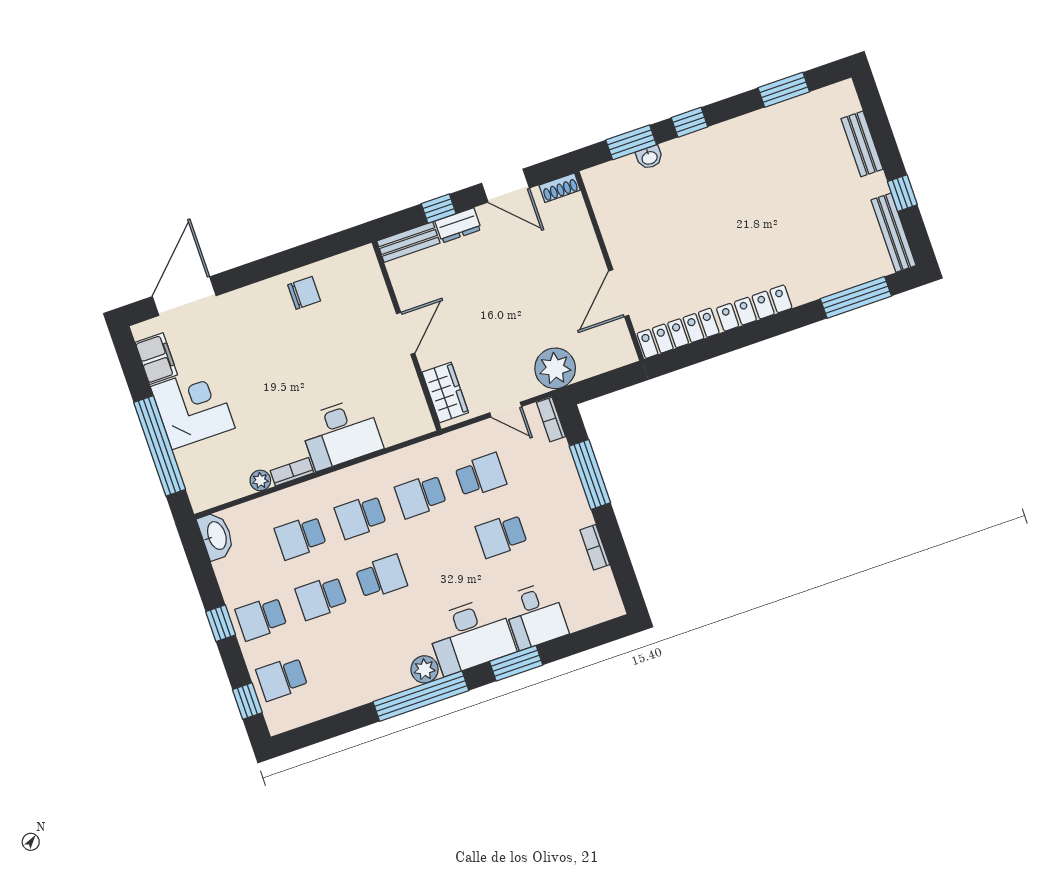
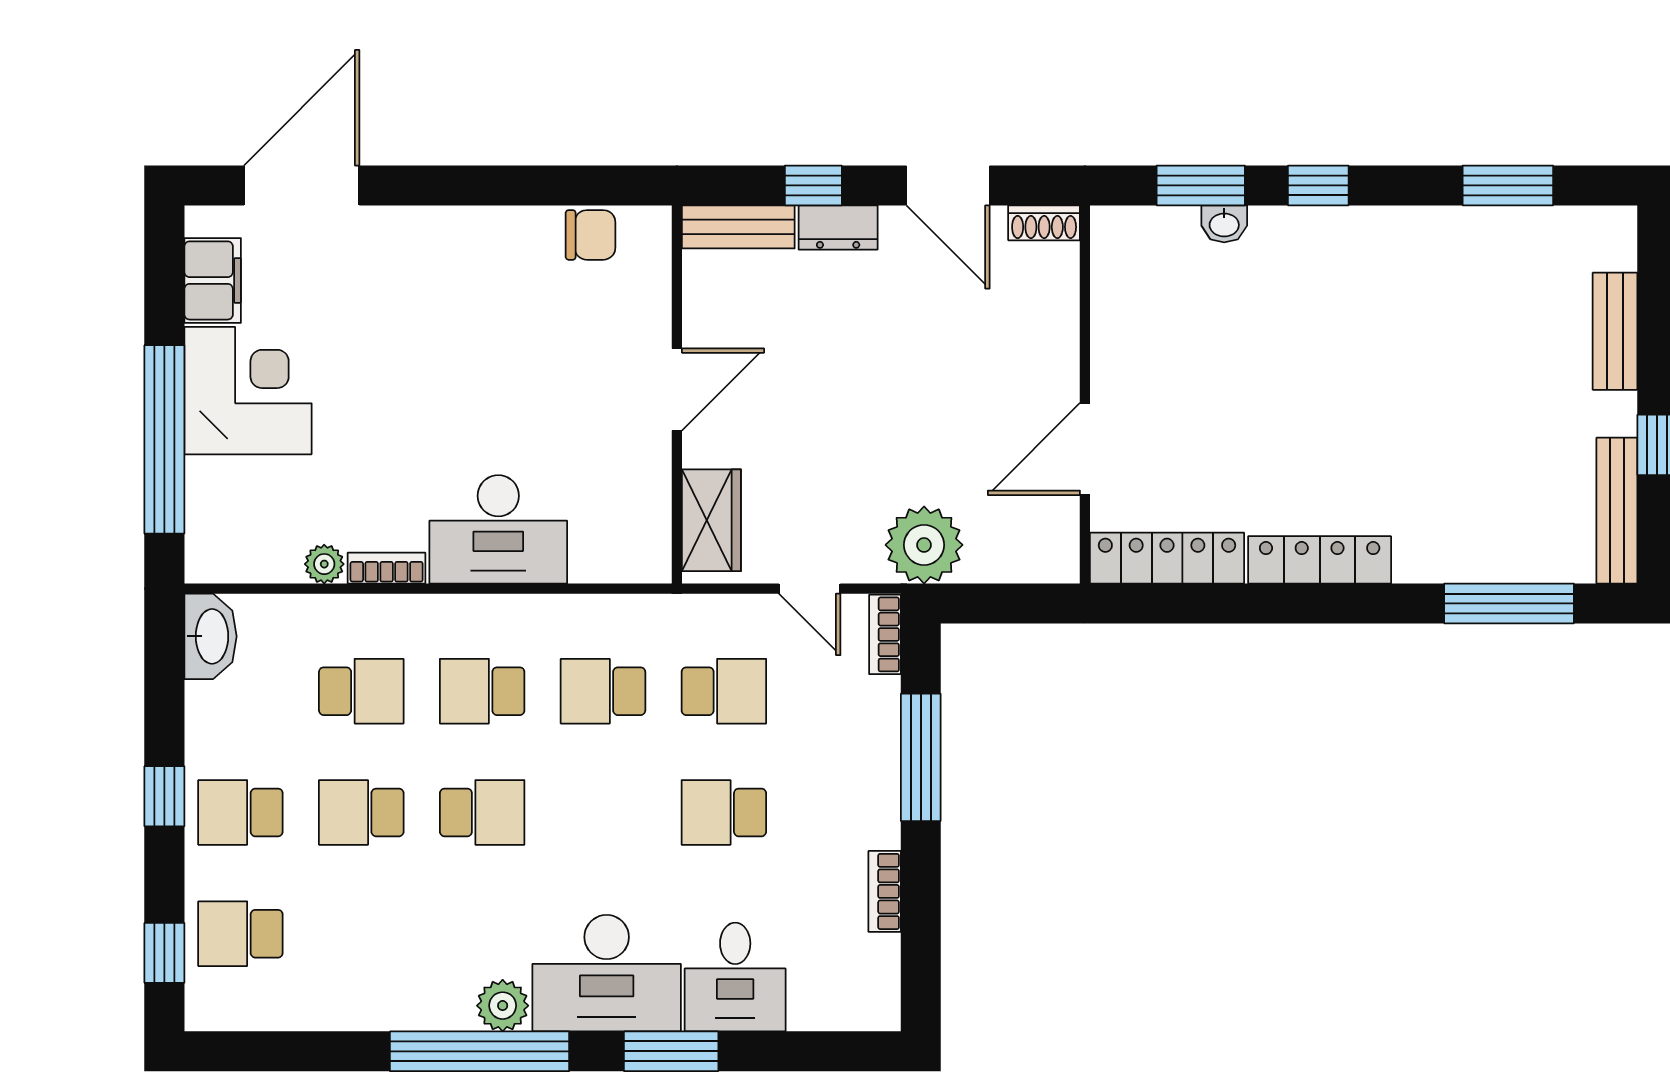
chair: (304, 293) -> (591, 235), moved
school desk: (300, 537) -> (361, 691), turned 180

